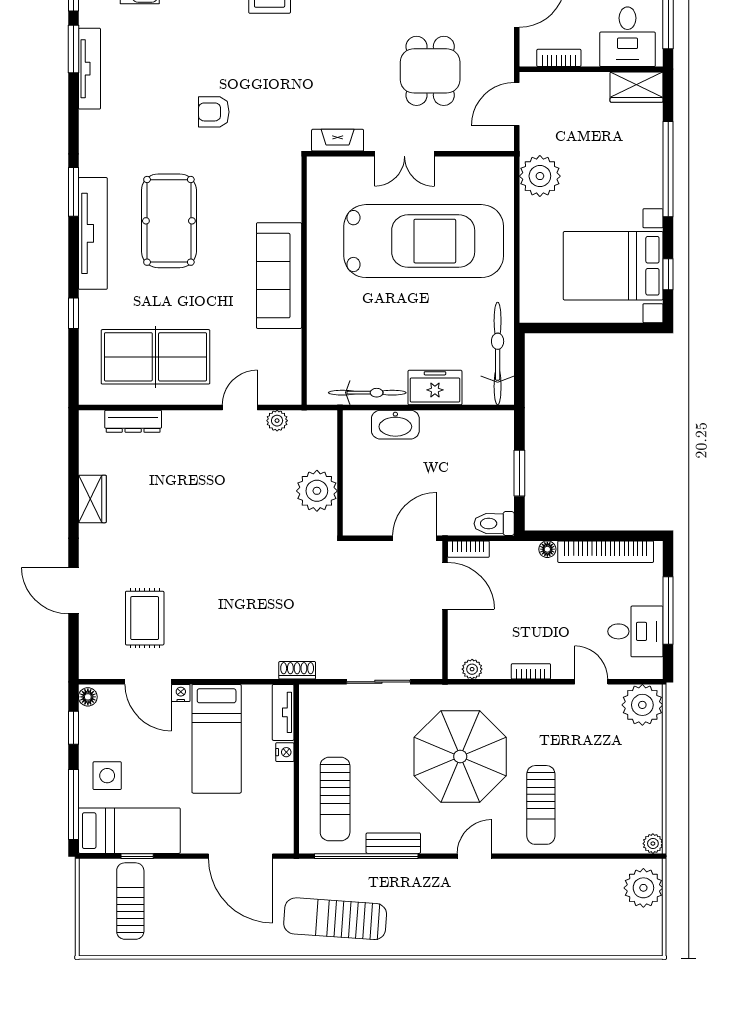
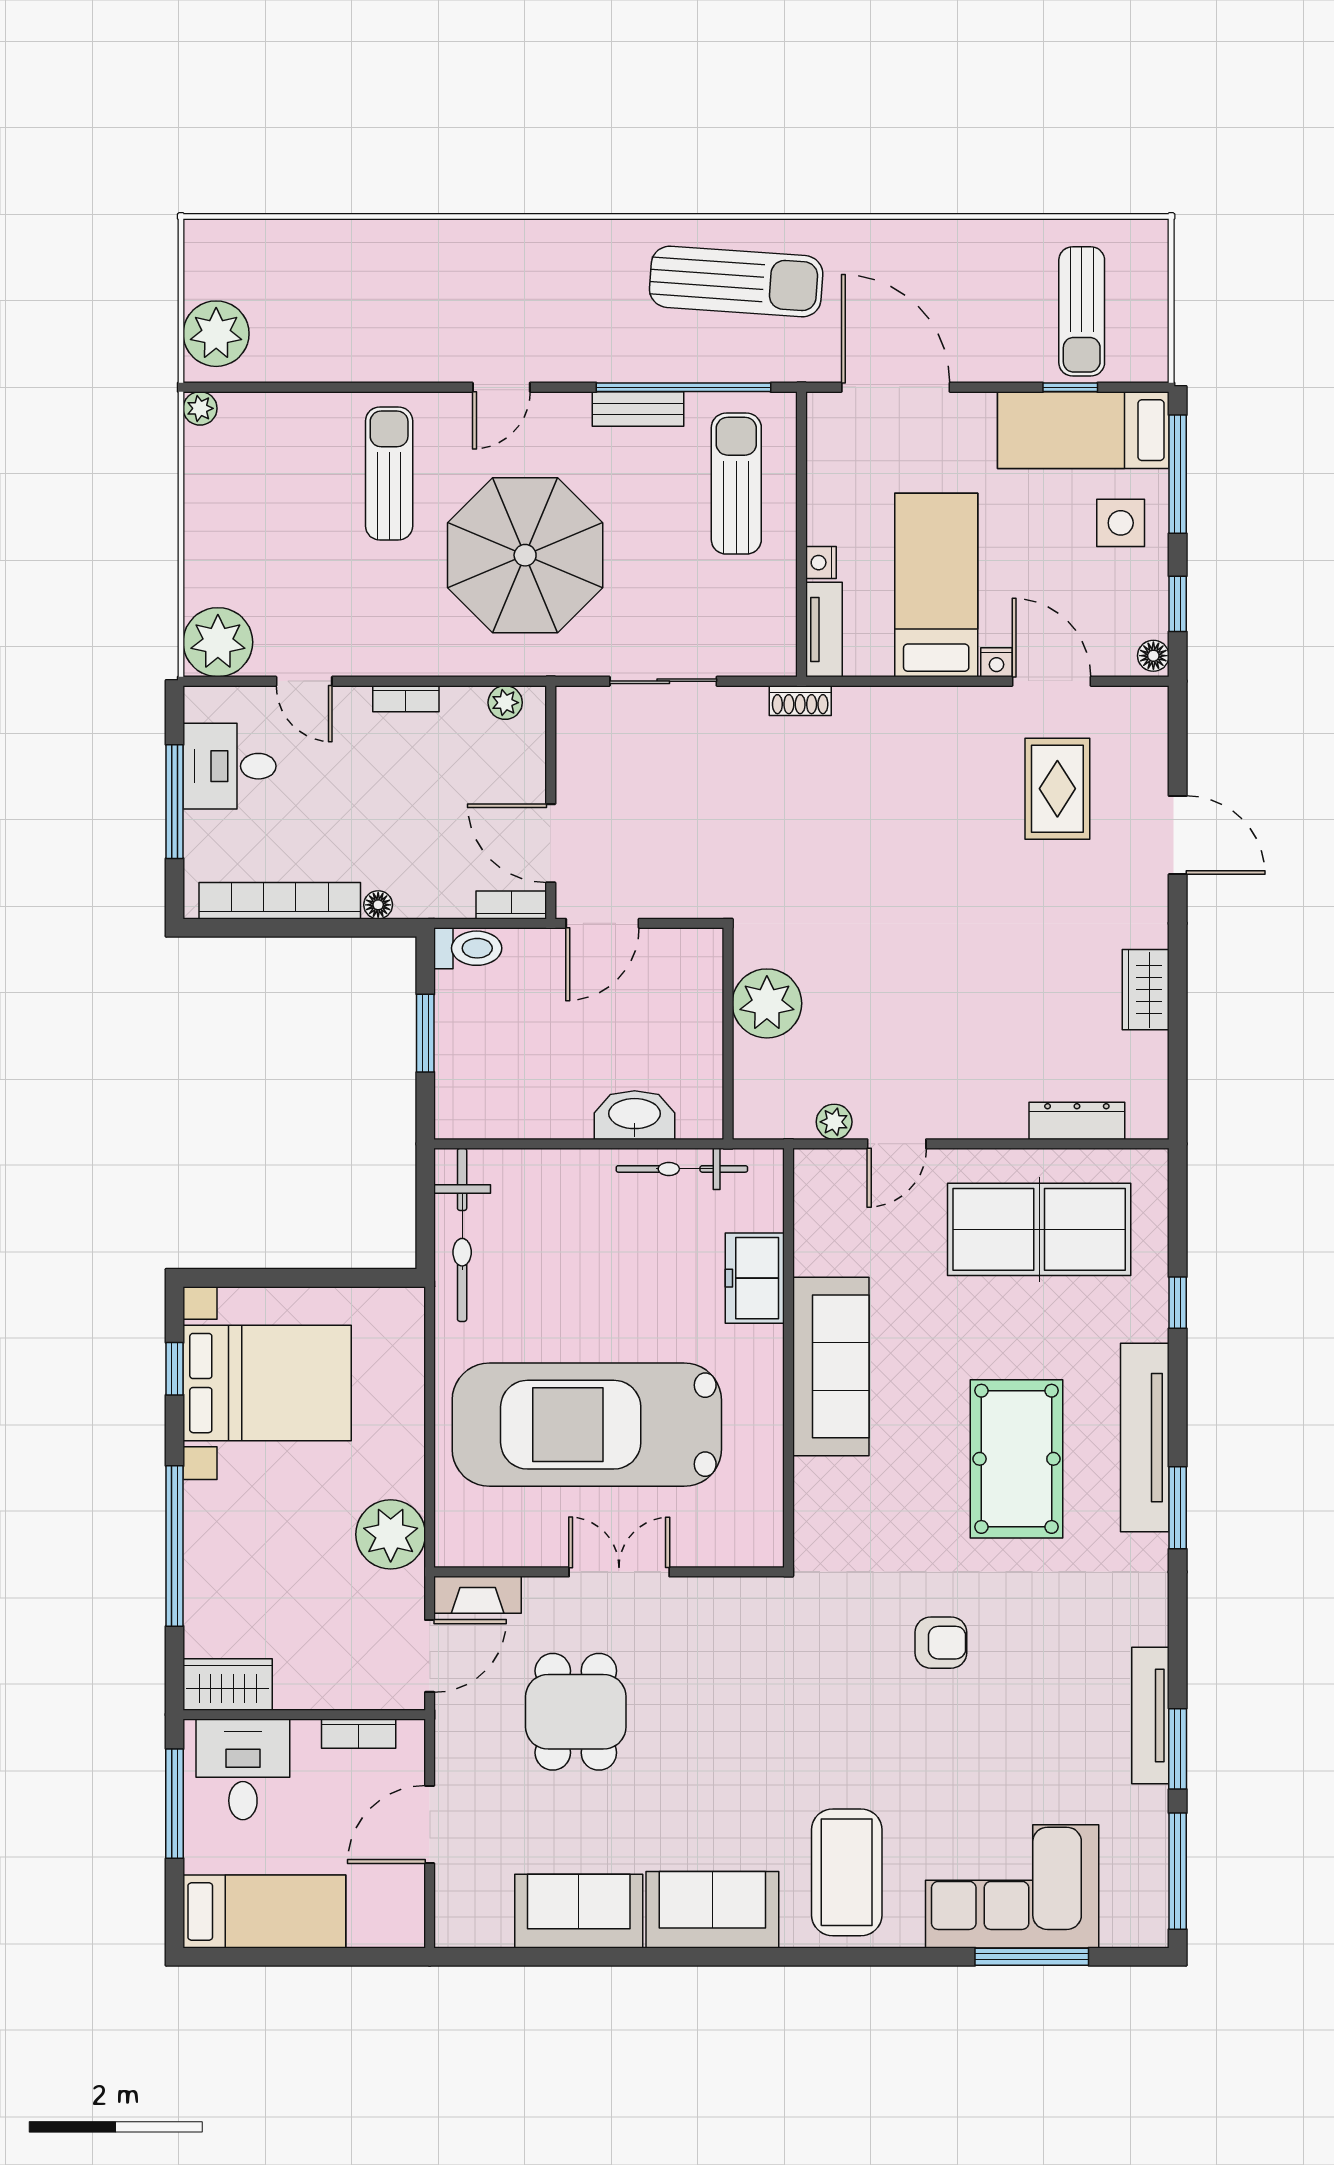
fireplace: (338, 140) -> (478, 1595), moved
freezer: (435, 388) -> (755, 1278), moved, turned 90

